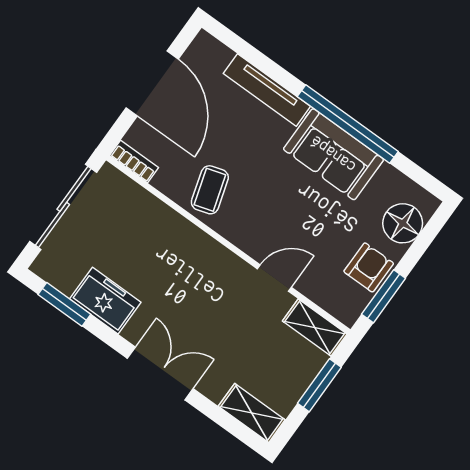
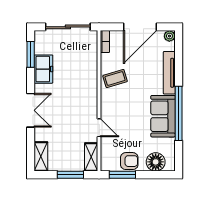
plant: (204, 44) -> (169, 36), added

